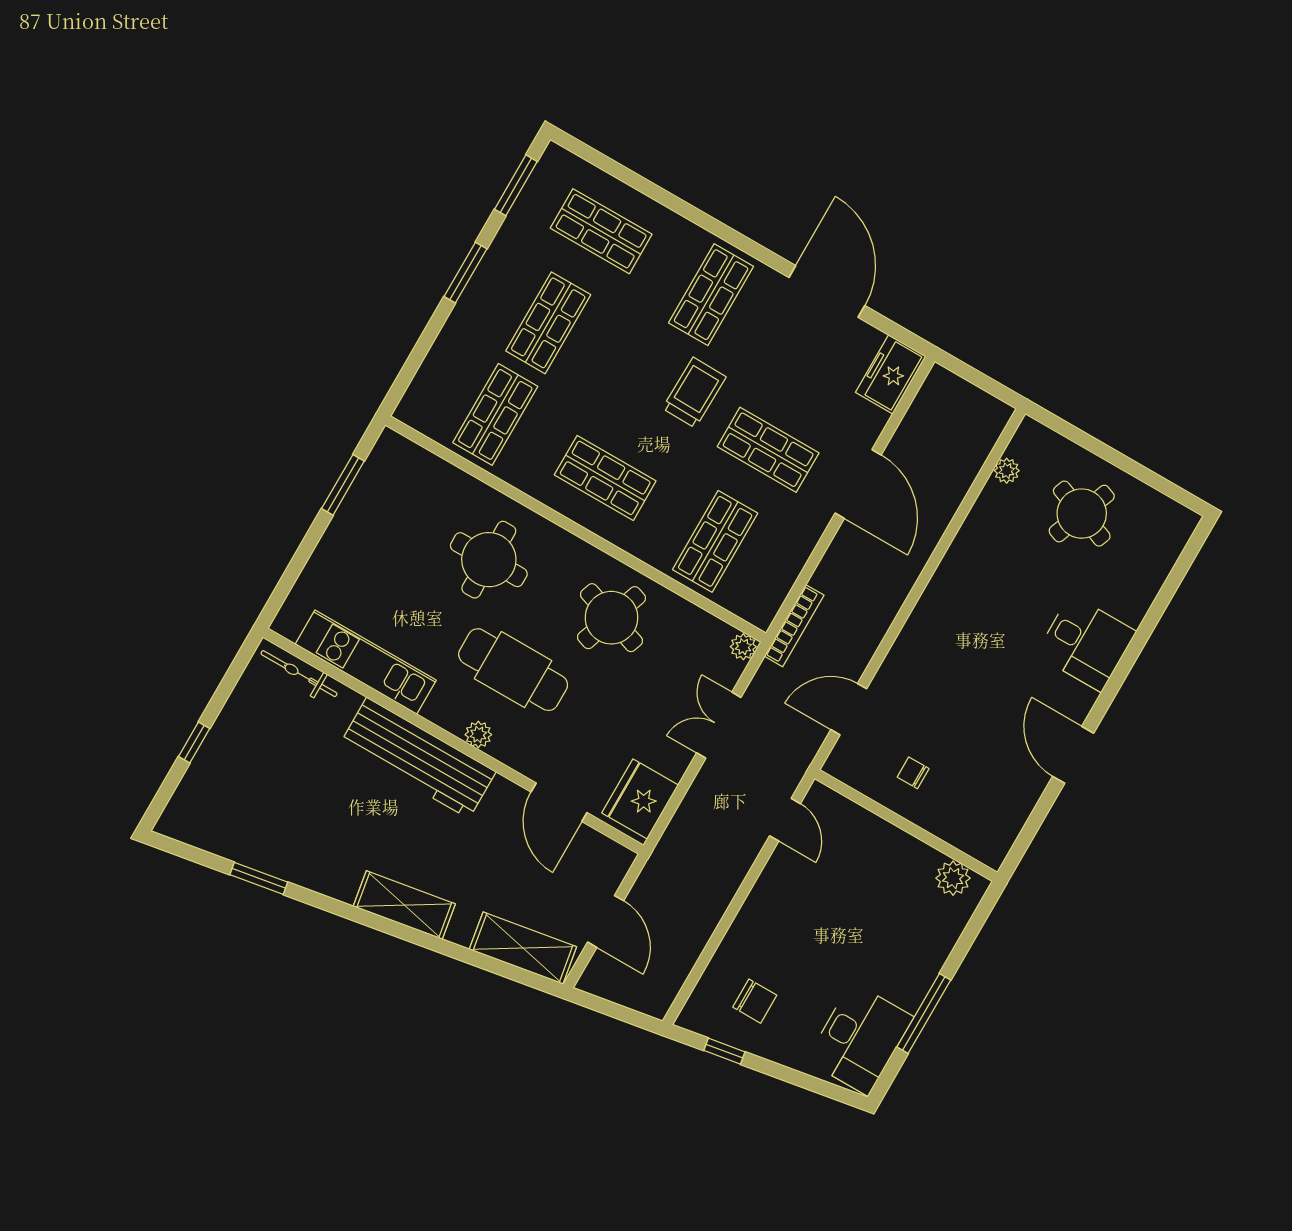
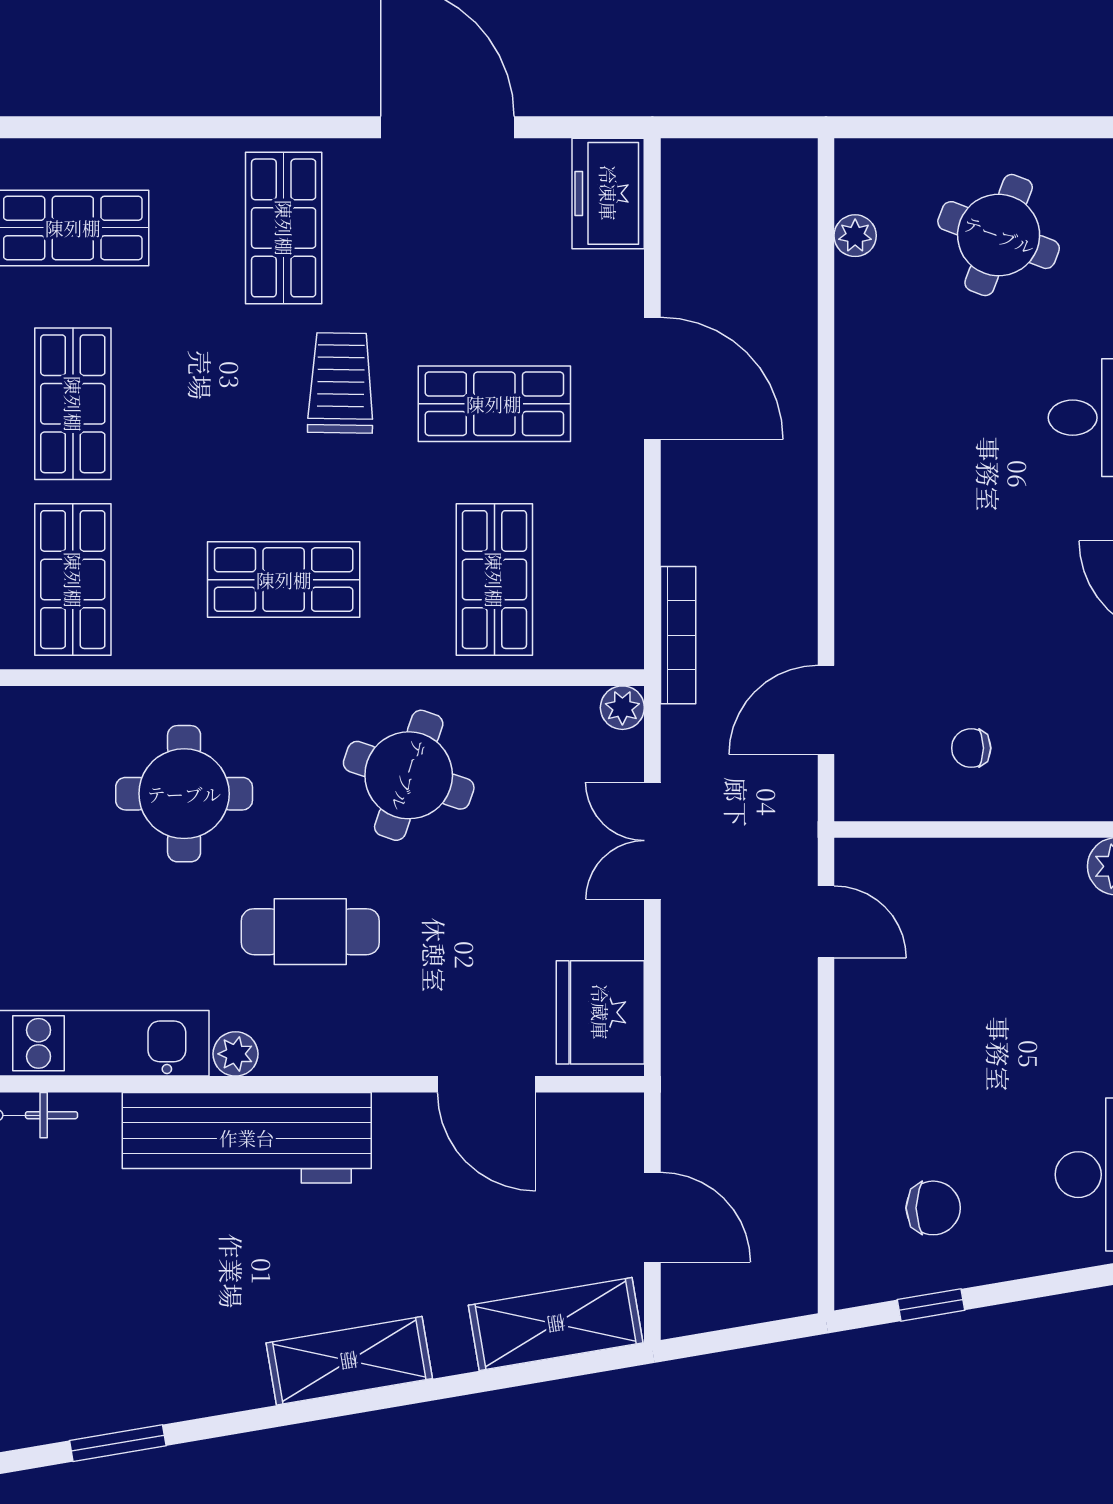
cafe table: (513, 670) -> (310, 932), width x0.73, depth x0.74
plant: (478, 735) -> (236, 1054), moved

